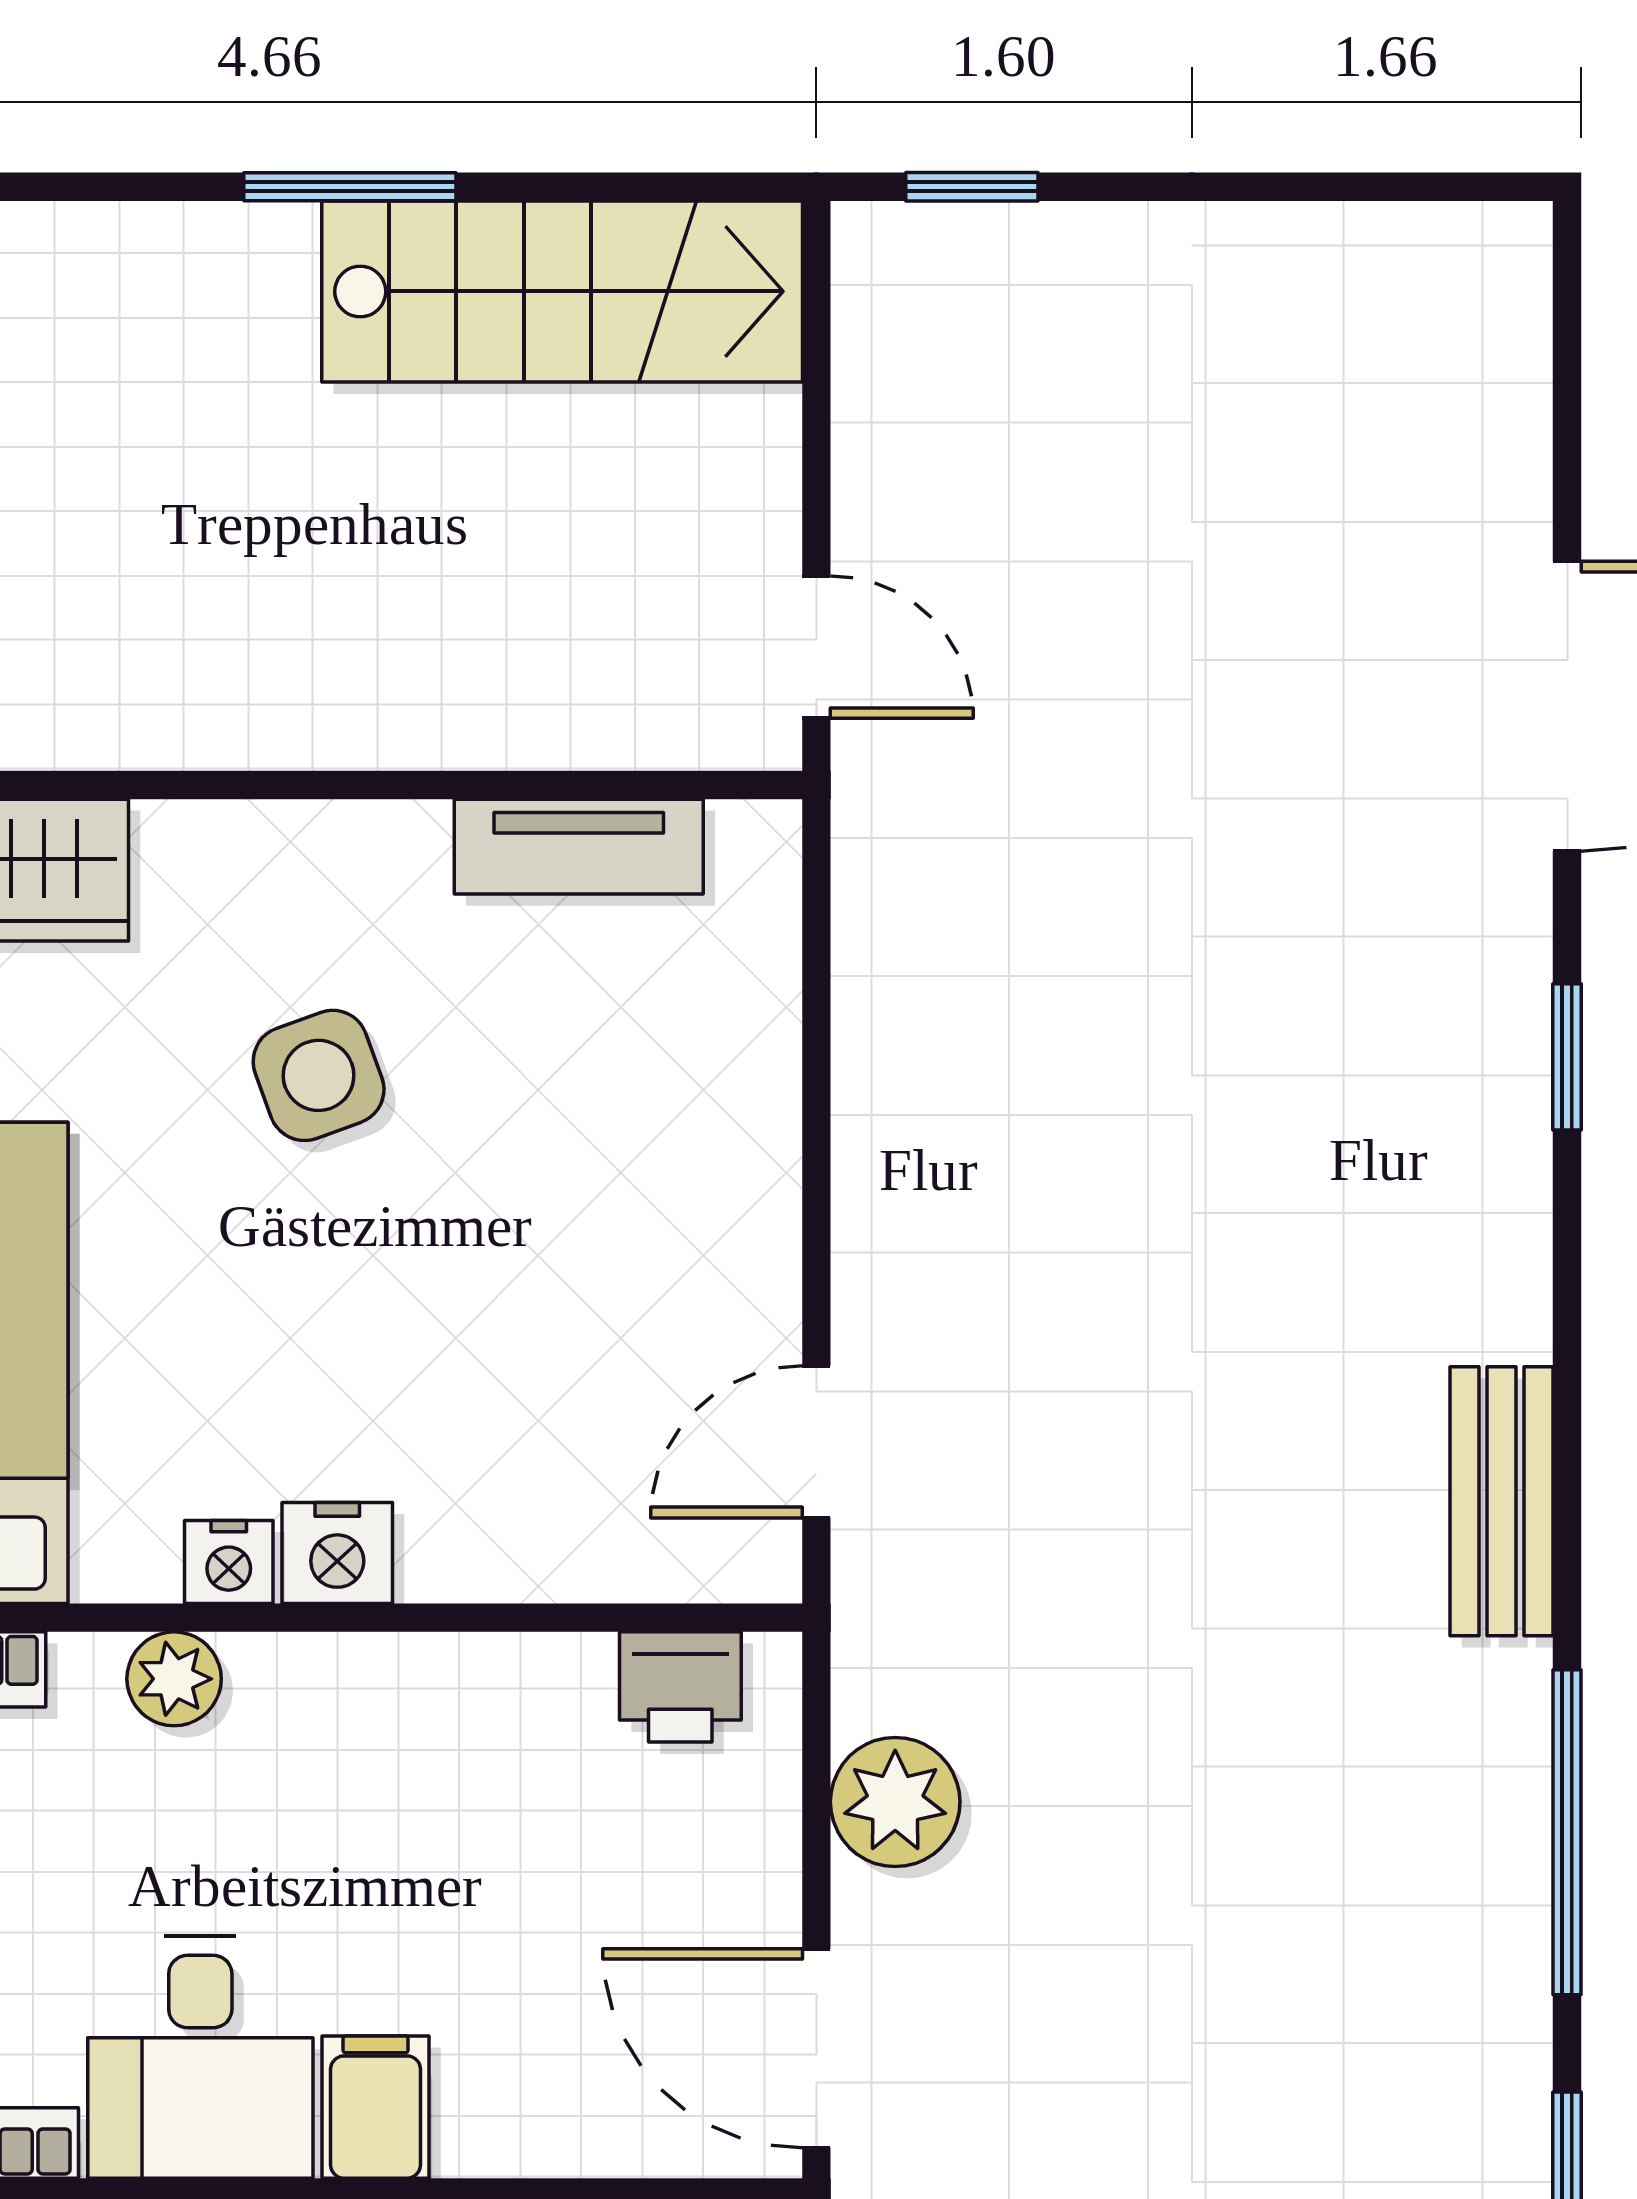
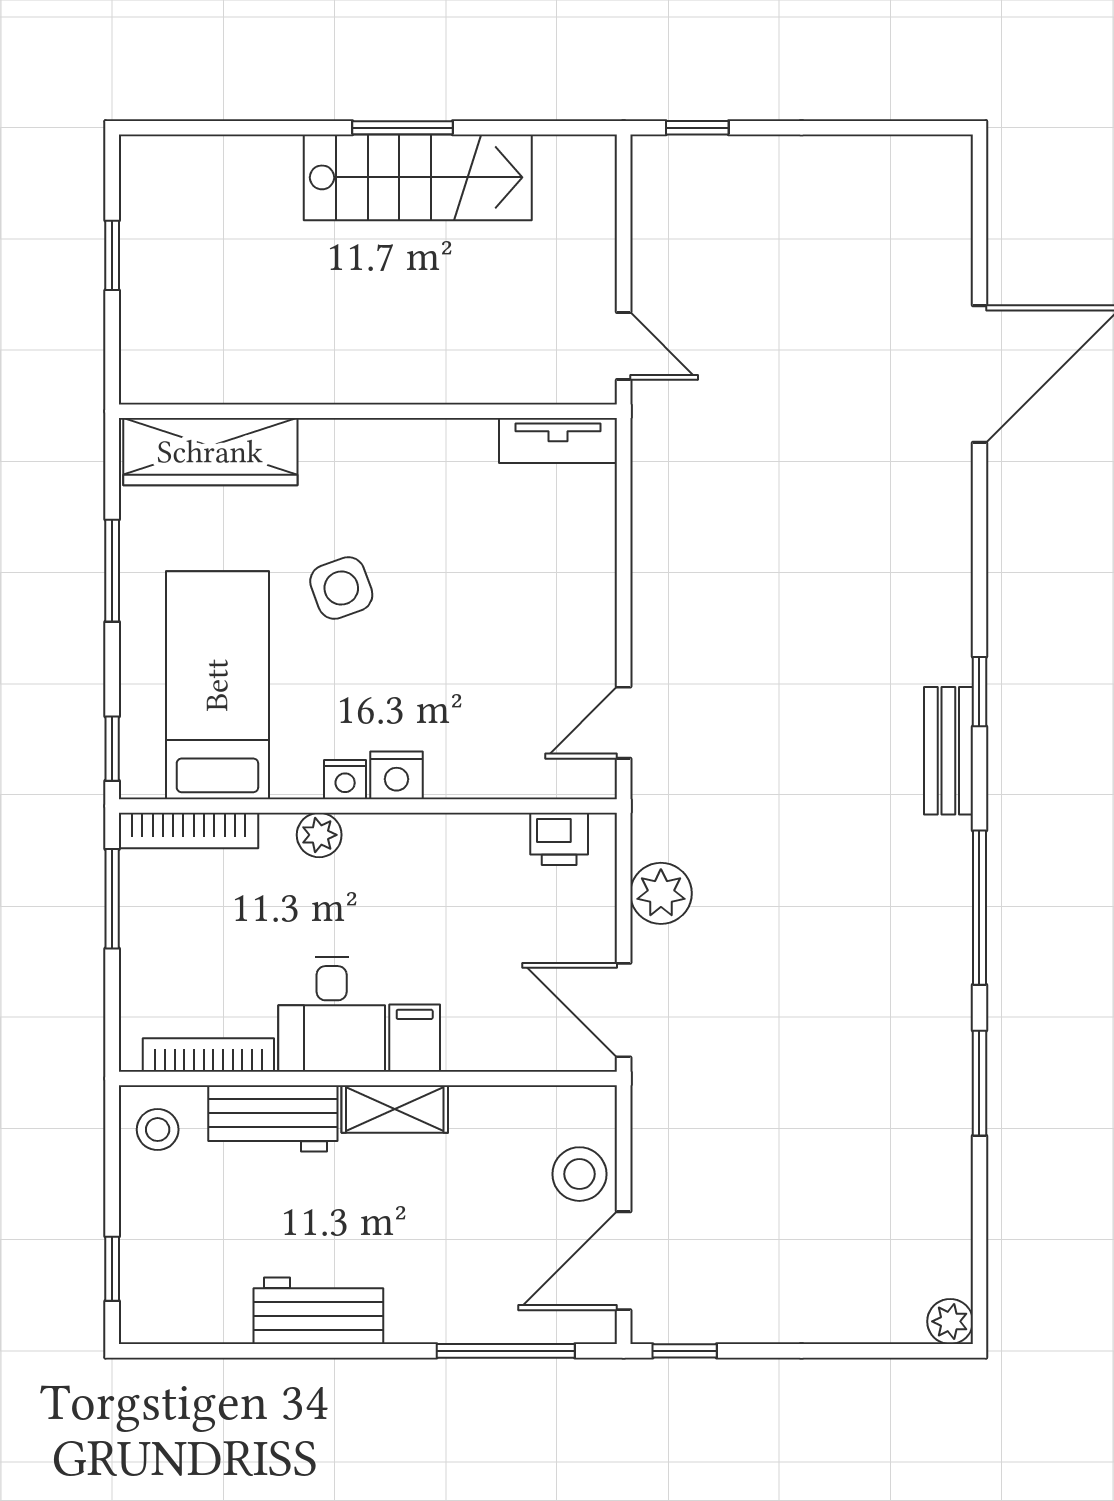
stairs: (562, 291) -> (418, 177), moved
tv unit: (579, 847) -> (558, 440), moved
window: (1567, 1057) -> (979, 692), moved
side table: (319, 1075) -> (341, 588), moved

